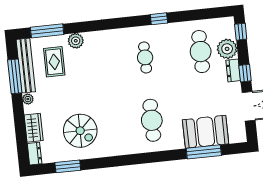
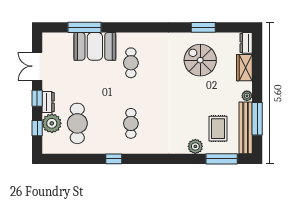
window: (241, 32) -> (37, 128), moved
cafe table: (152, 120) -> (131, 63), width x0.73, depth x0.74
booth: (206, 132) -> (95, 46), moved
window: (68, 166) -> (203, 27), moved

